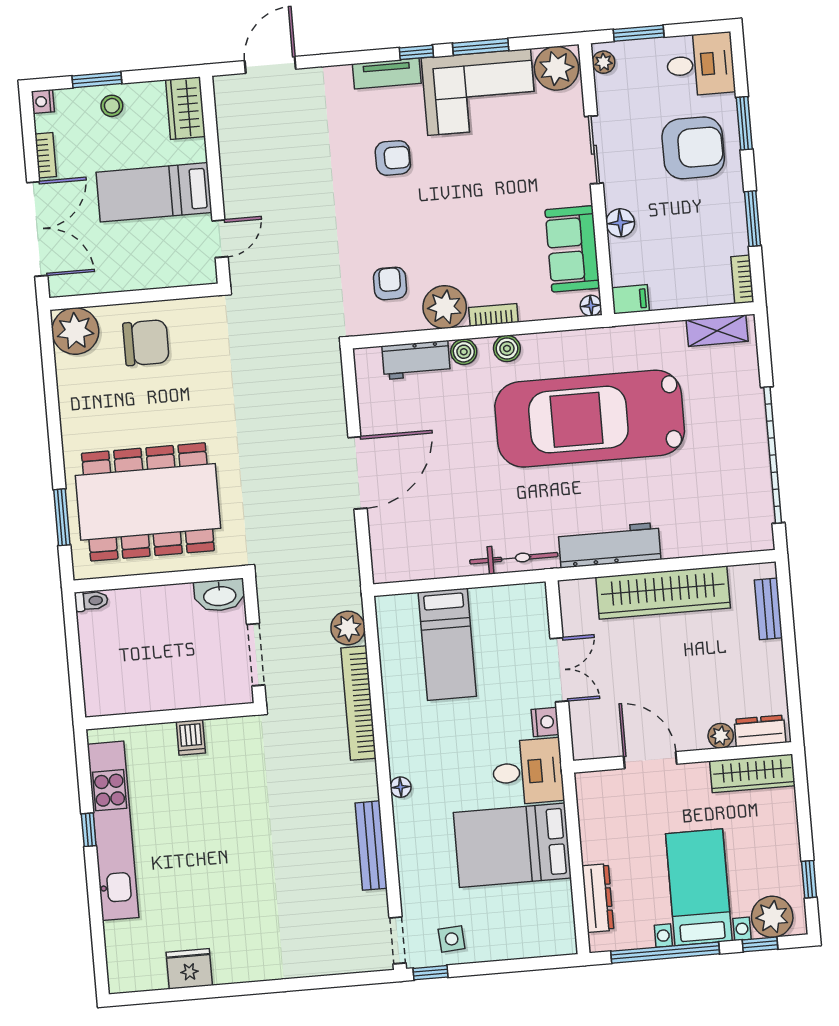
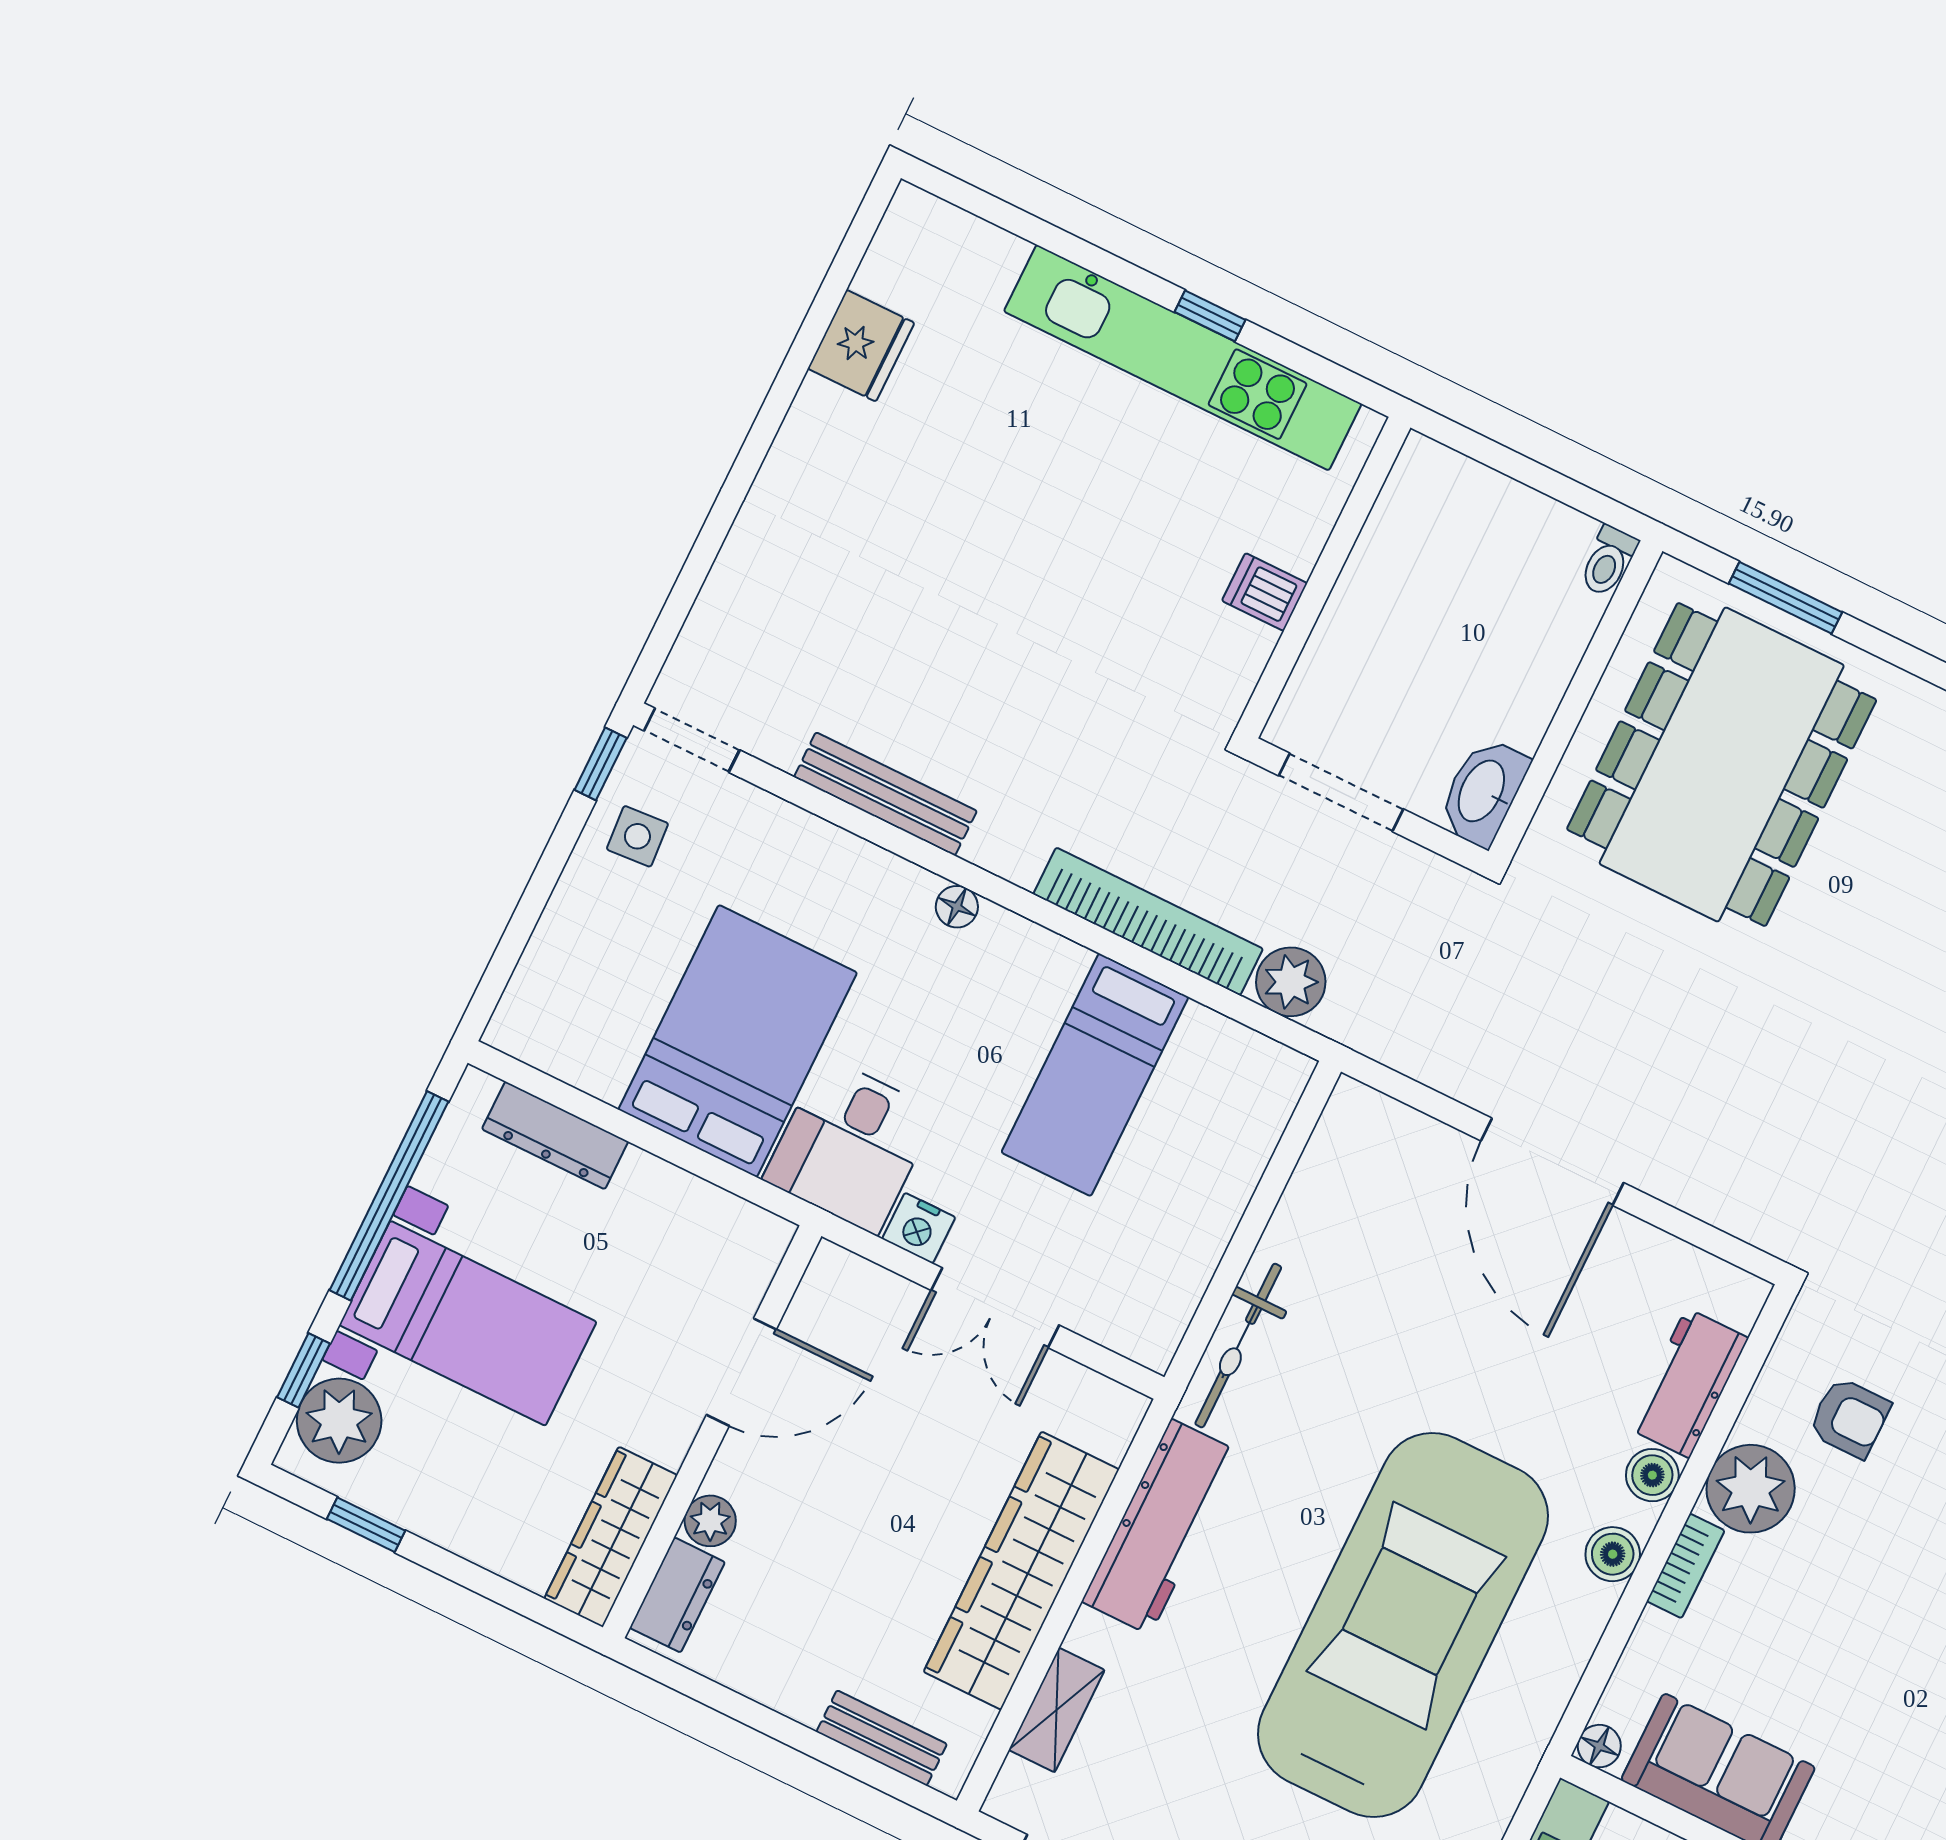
shelving: (713, 543) -> (1057, 1710), added
bed: (447, 644) -> (1095, 1075), moved, turned -90

